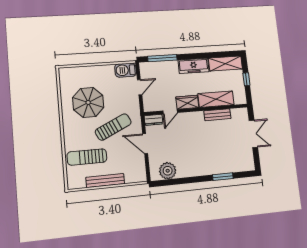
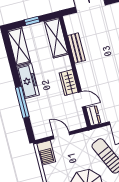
window: (162, 58) -> (22, 102), moved
shelving: (216, 99) -> (56, 38), moved

